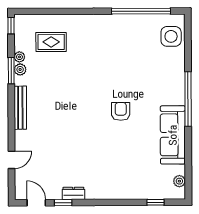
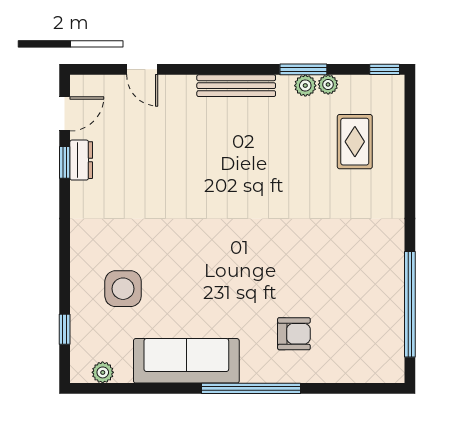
side table: (171, 36) -> (123, 289), moved
armchair: (121, 111) -> (294, 334), moved
dresser: (73, 193) -> (81, 160), moved

